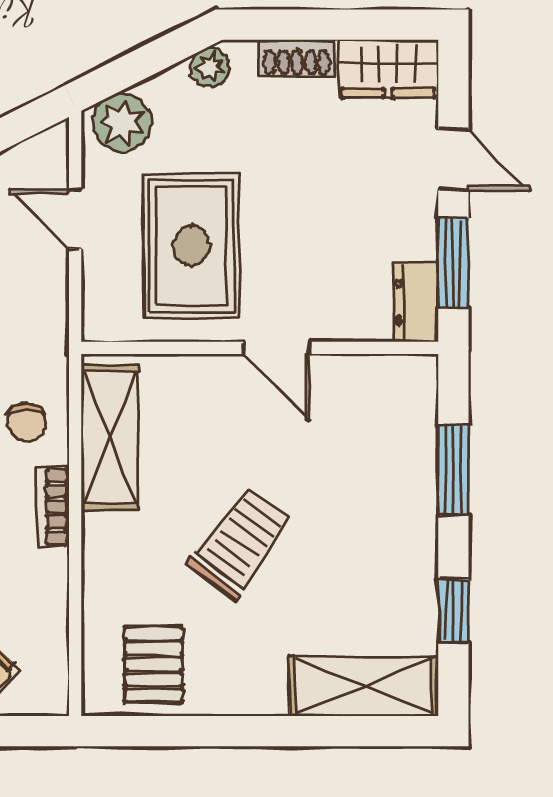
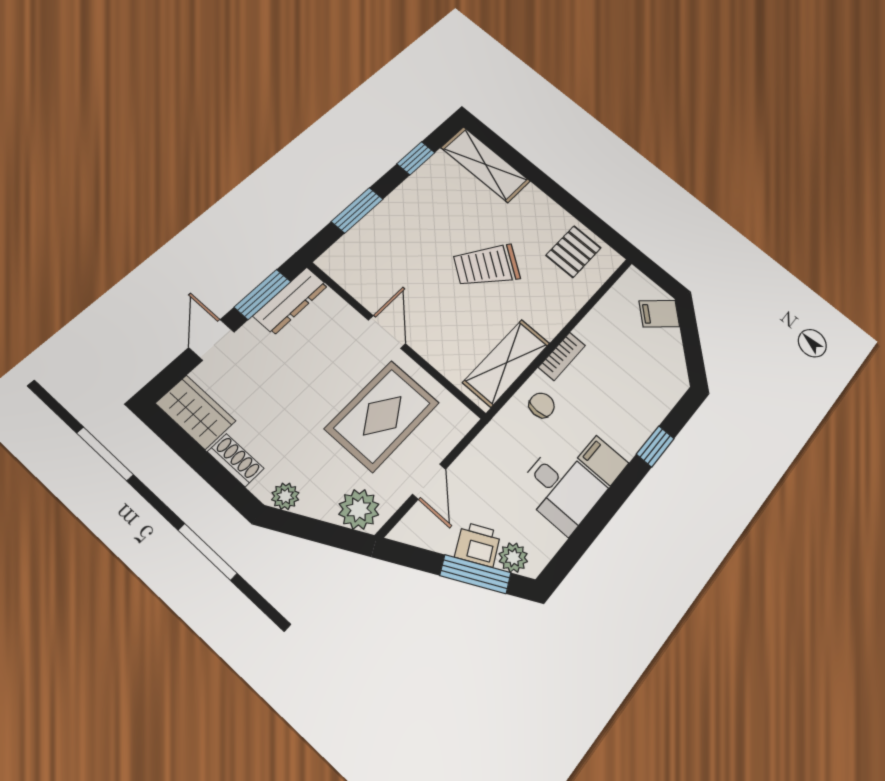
dresser: (416, 302) -> (291, 301), width x1.44

